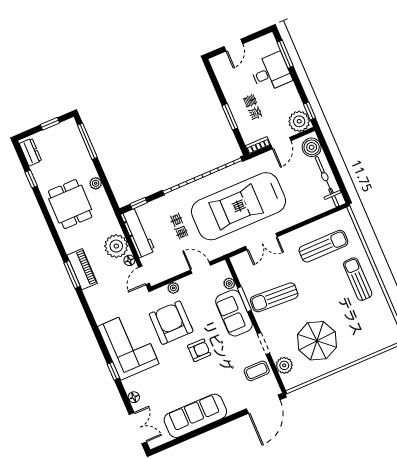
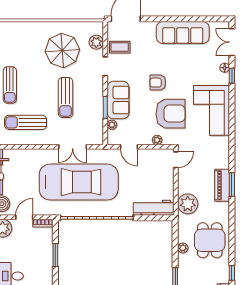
window: (139, 203) -> (156, 218), removed
workbench: (138, 233) -> (154, 208), moved, turned 90
double door: (261, 242) -> (73, 147), swing flipped
plant: (116, 246) -> (188, 204), moved
floor lamp: (129, 260) -> (182, 176), removed
sun lounger: (274, 297) -> (66, 97), moved, turned 87
armchair: (171, 323) -> (170, 114), turned -90
window: (113, 371) -> (232, 76), moved

